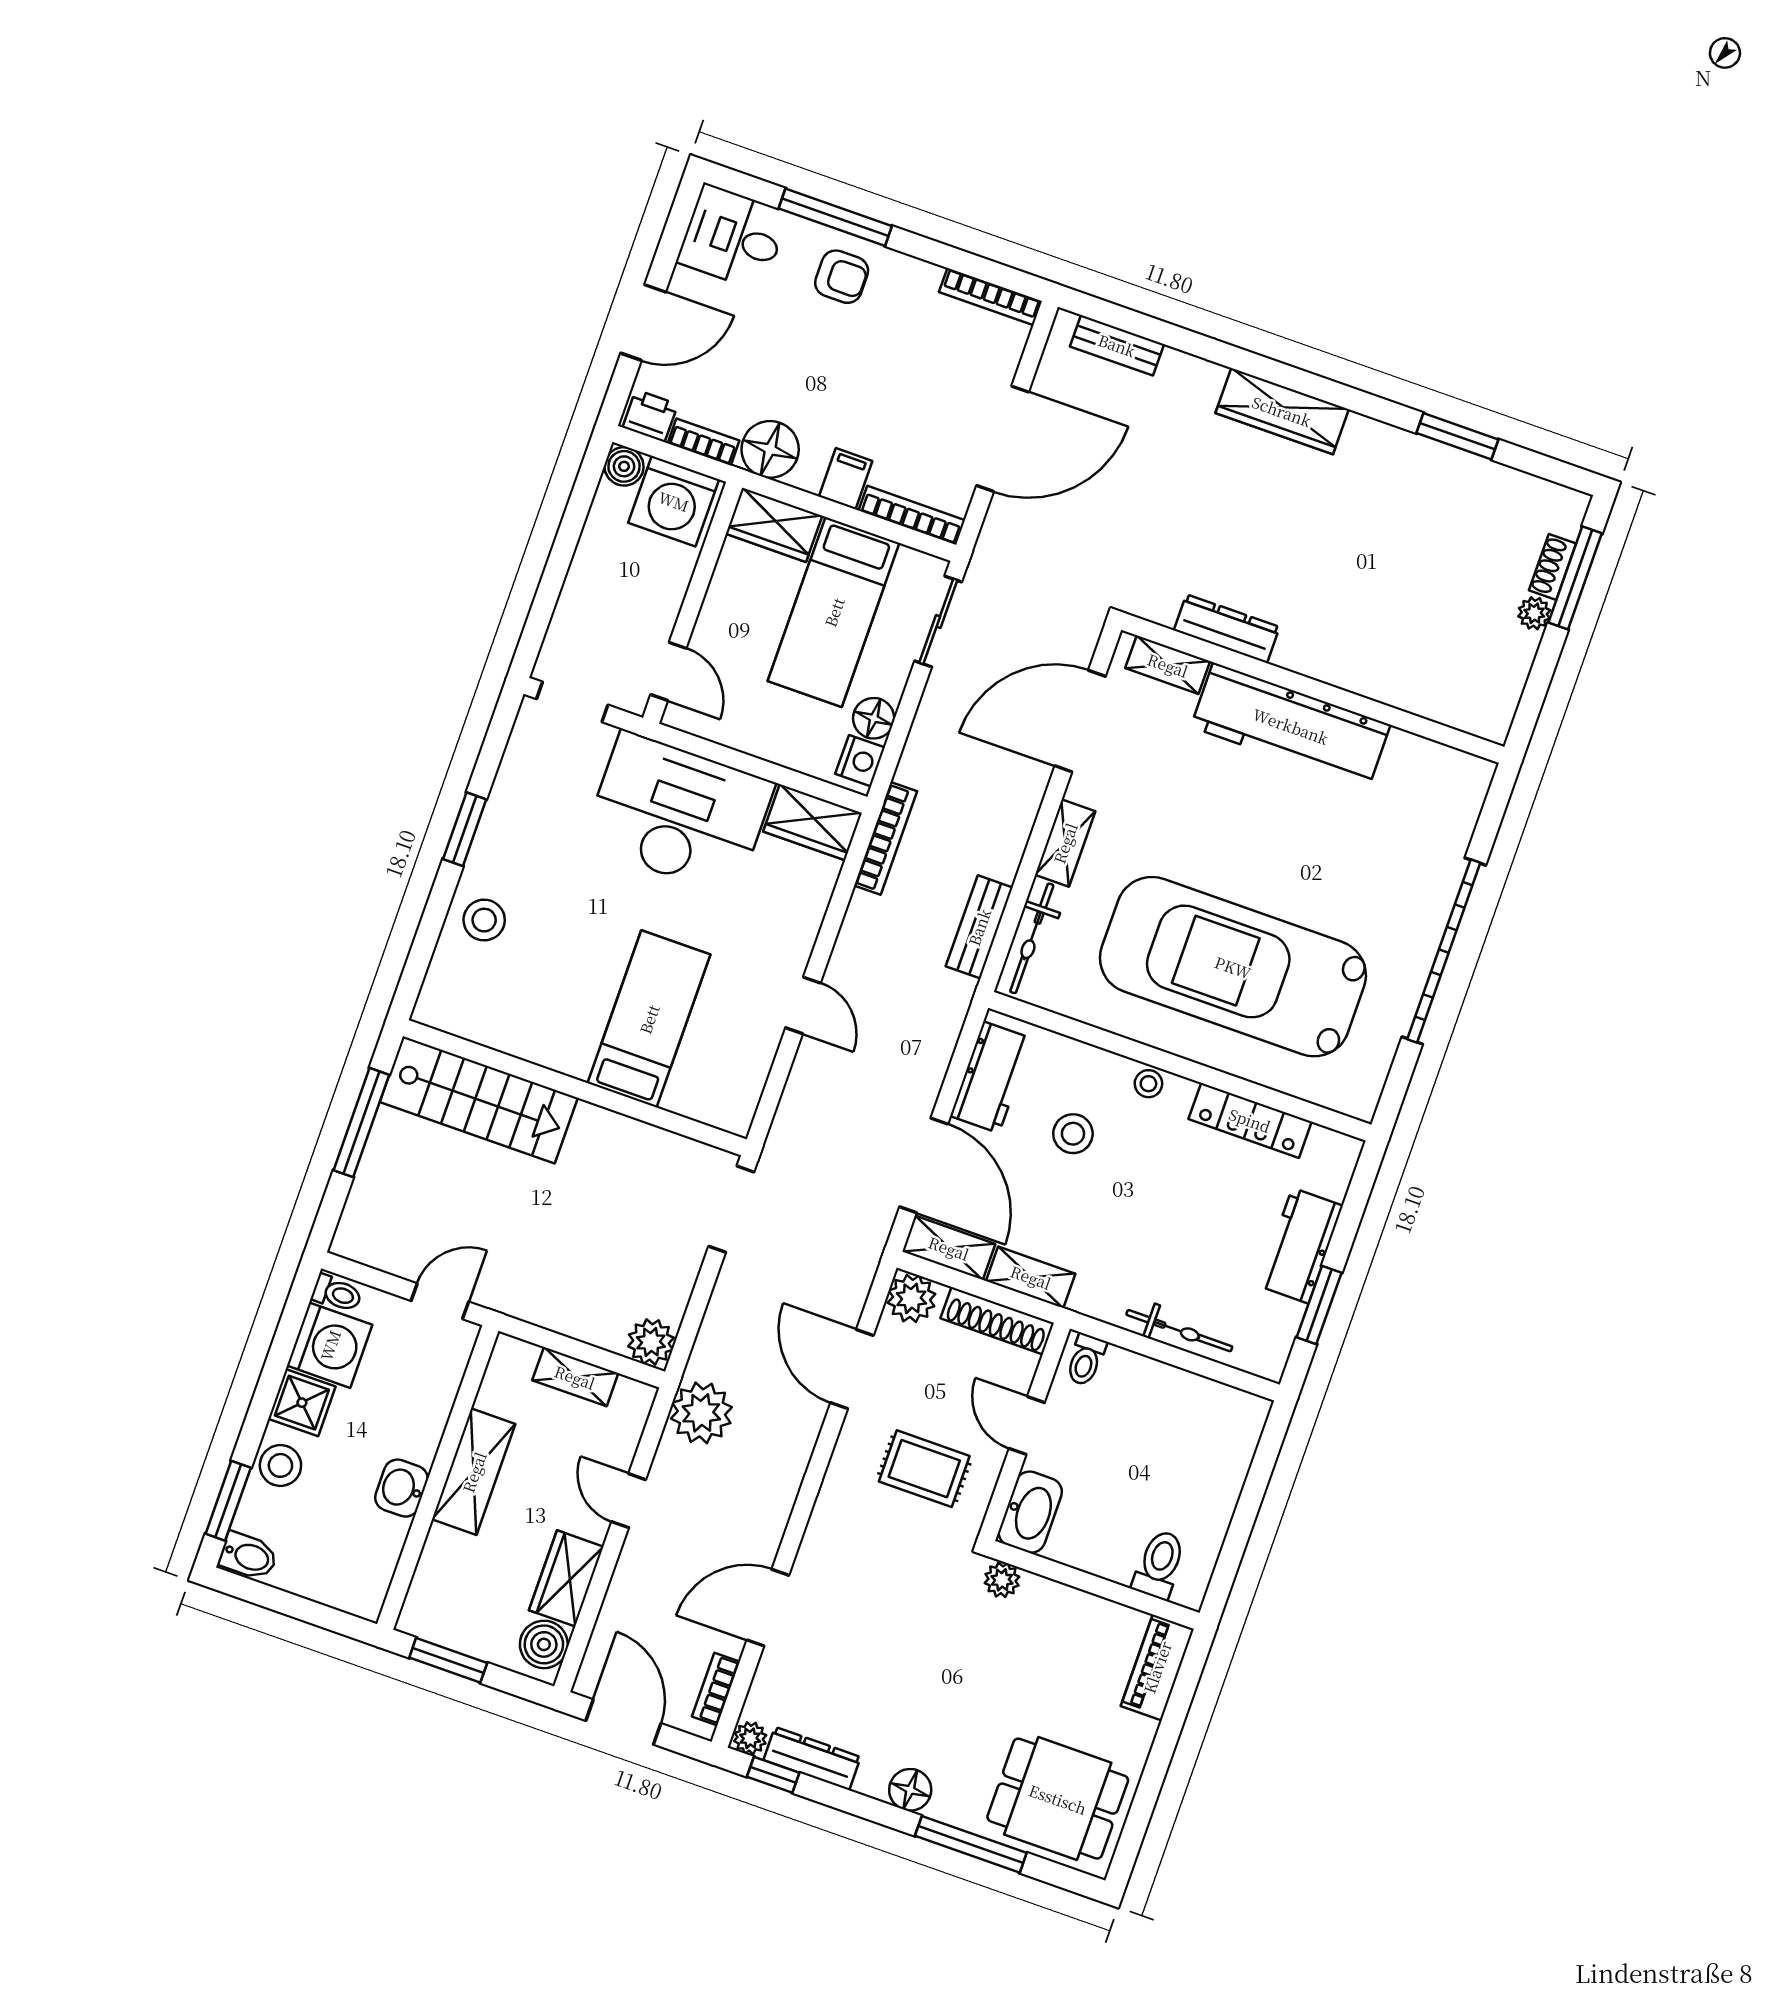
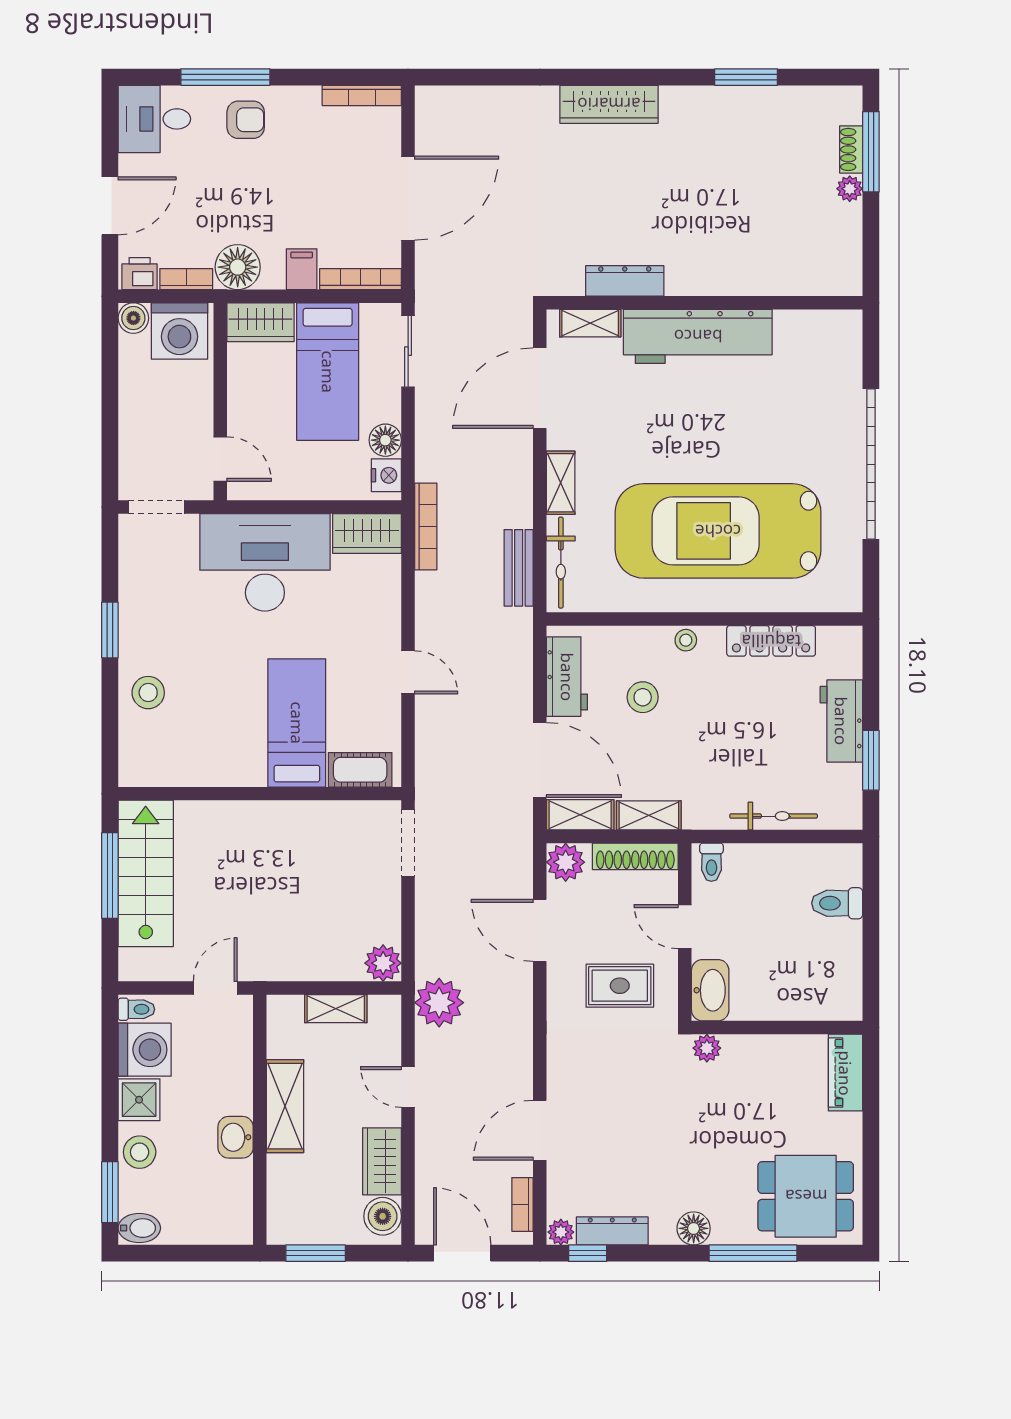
bench: (1117, 345) -> (469, 99), removed
stairs: (479, 1100) -> (146, 873), moved, turned -90
cot: (705, 1101) -> (360, 770), added
toilet: (1159, 1565) -> (837, 903), moved, turned -90

